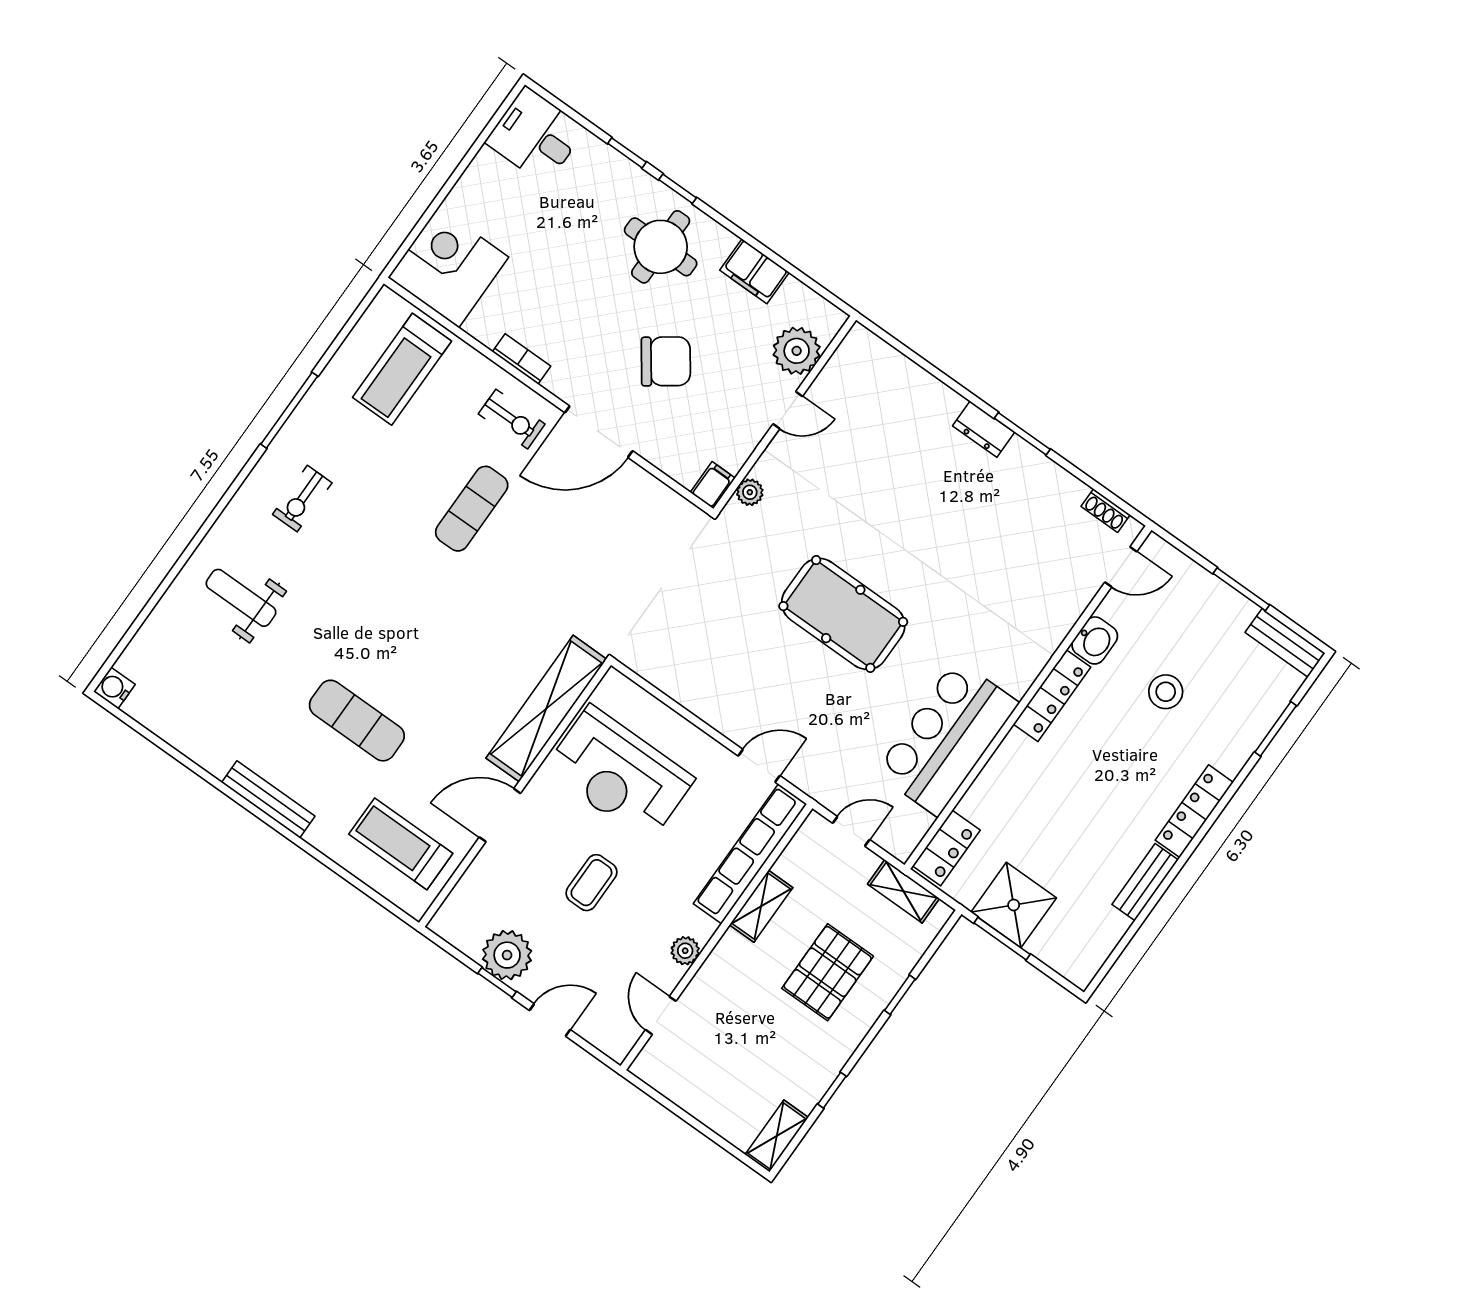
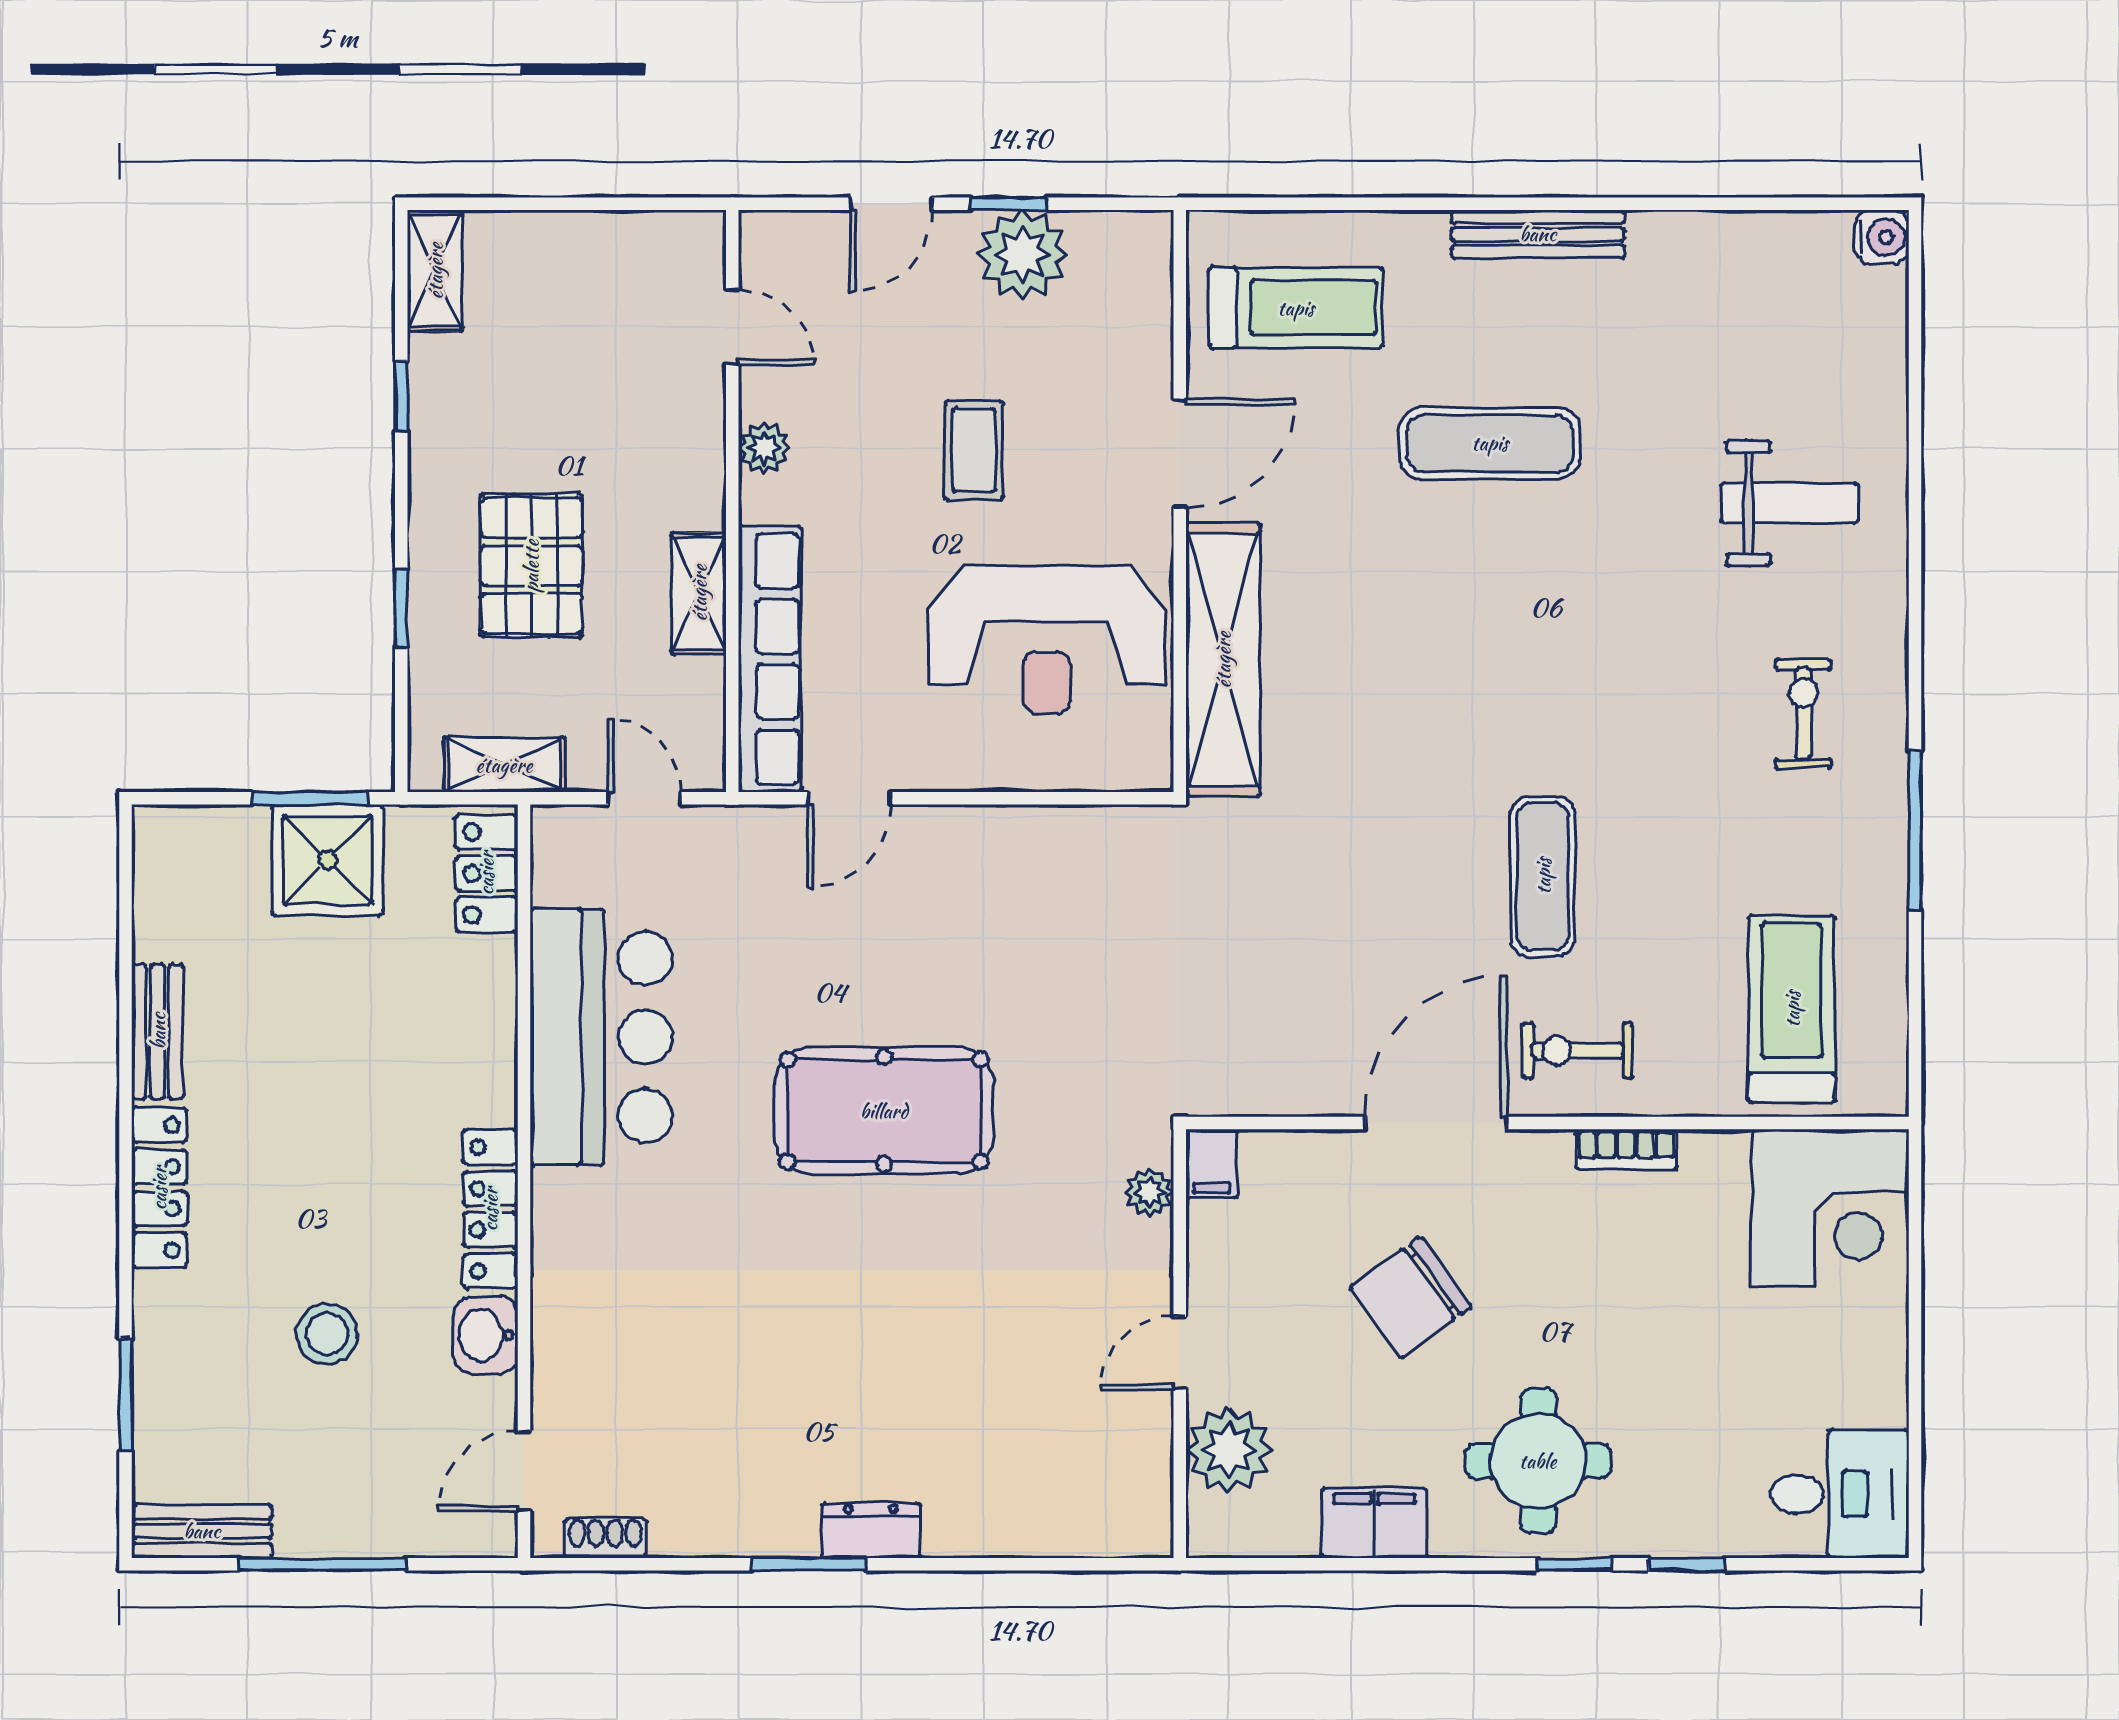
window: (1241, 589) -> (323, 1564), width x1.44
reception desk: (619, 774) -> (1047, 640), turned 180
door: (851, 831) -> (644, 798), swing flipped

